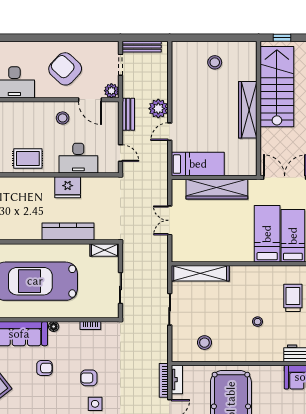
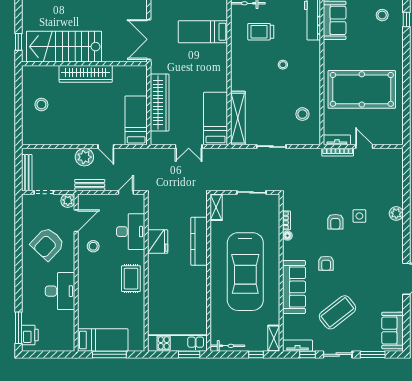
bed: (267, 234) -> (216, 119), moved, turned 90
floor lamp: (54, 327) -> (287, 236), moved
armchair: (44, 368) -> (326, 263), turned 180

